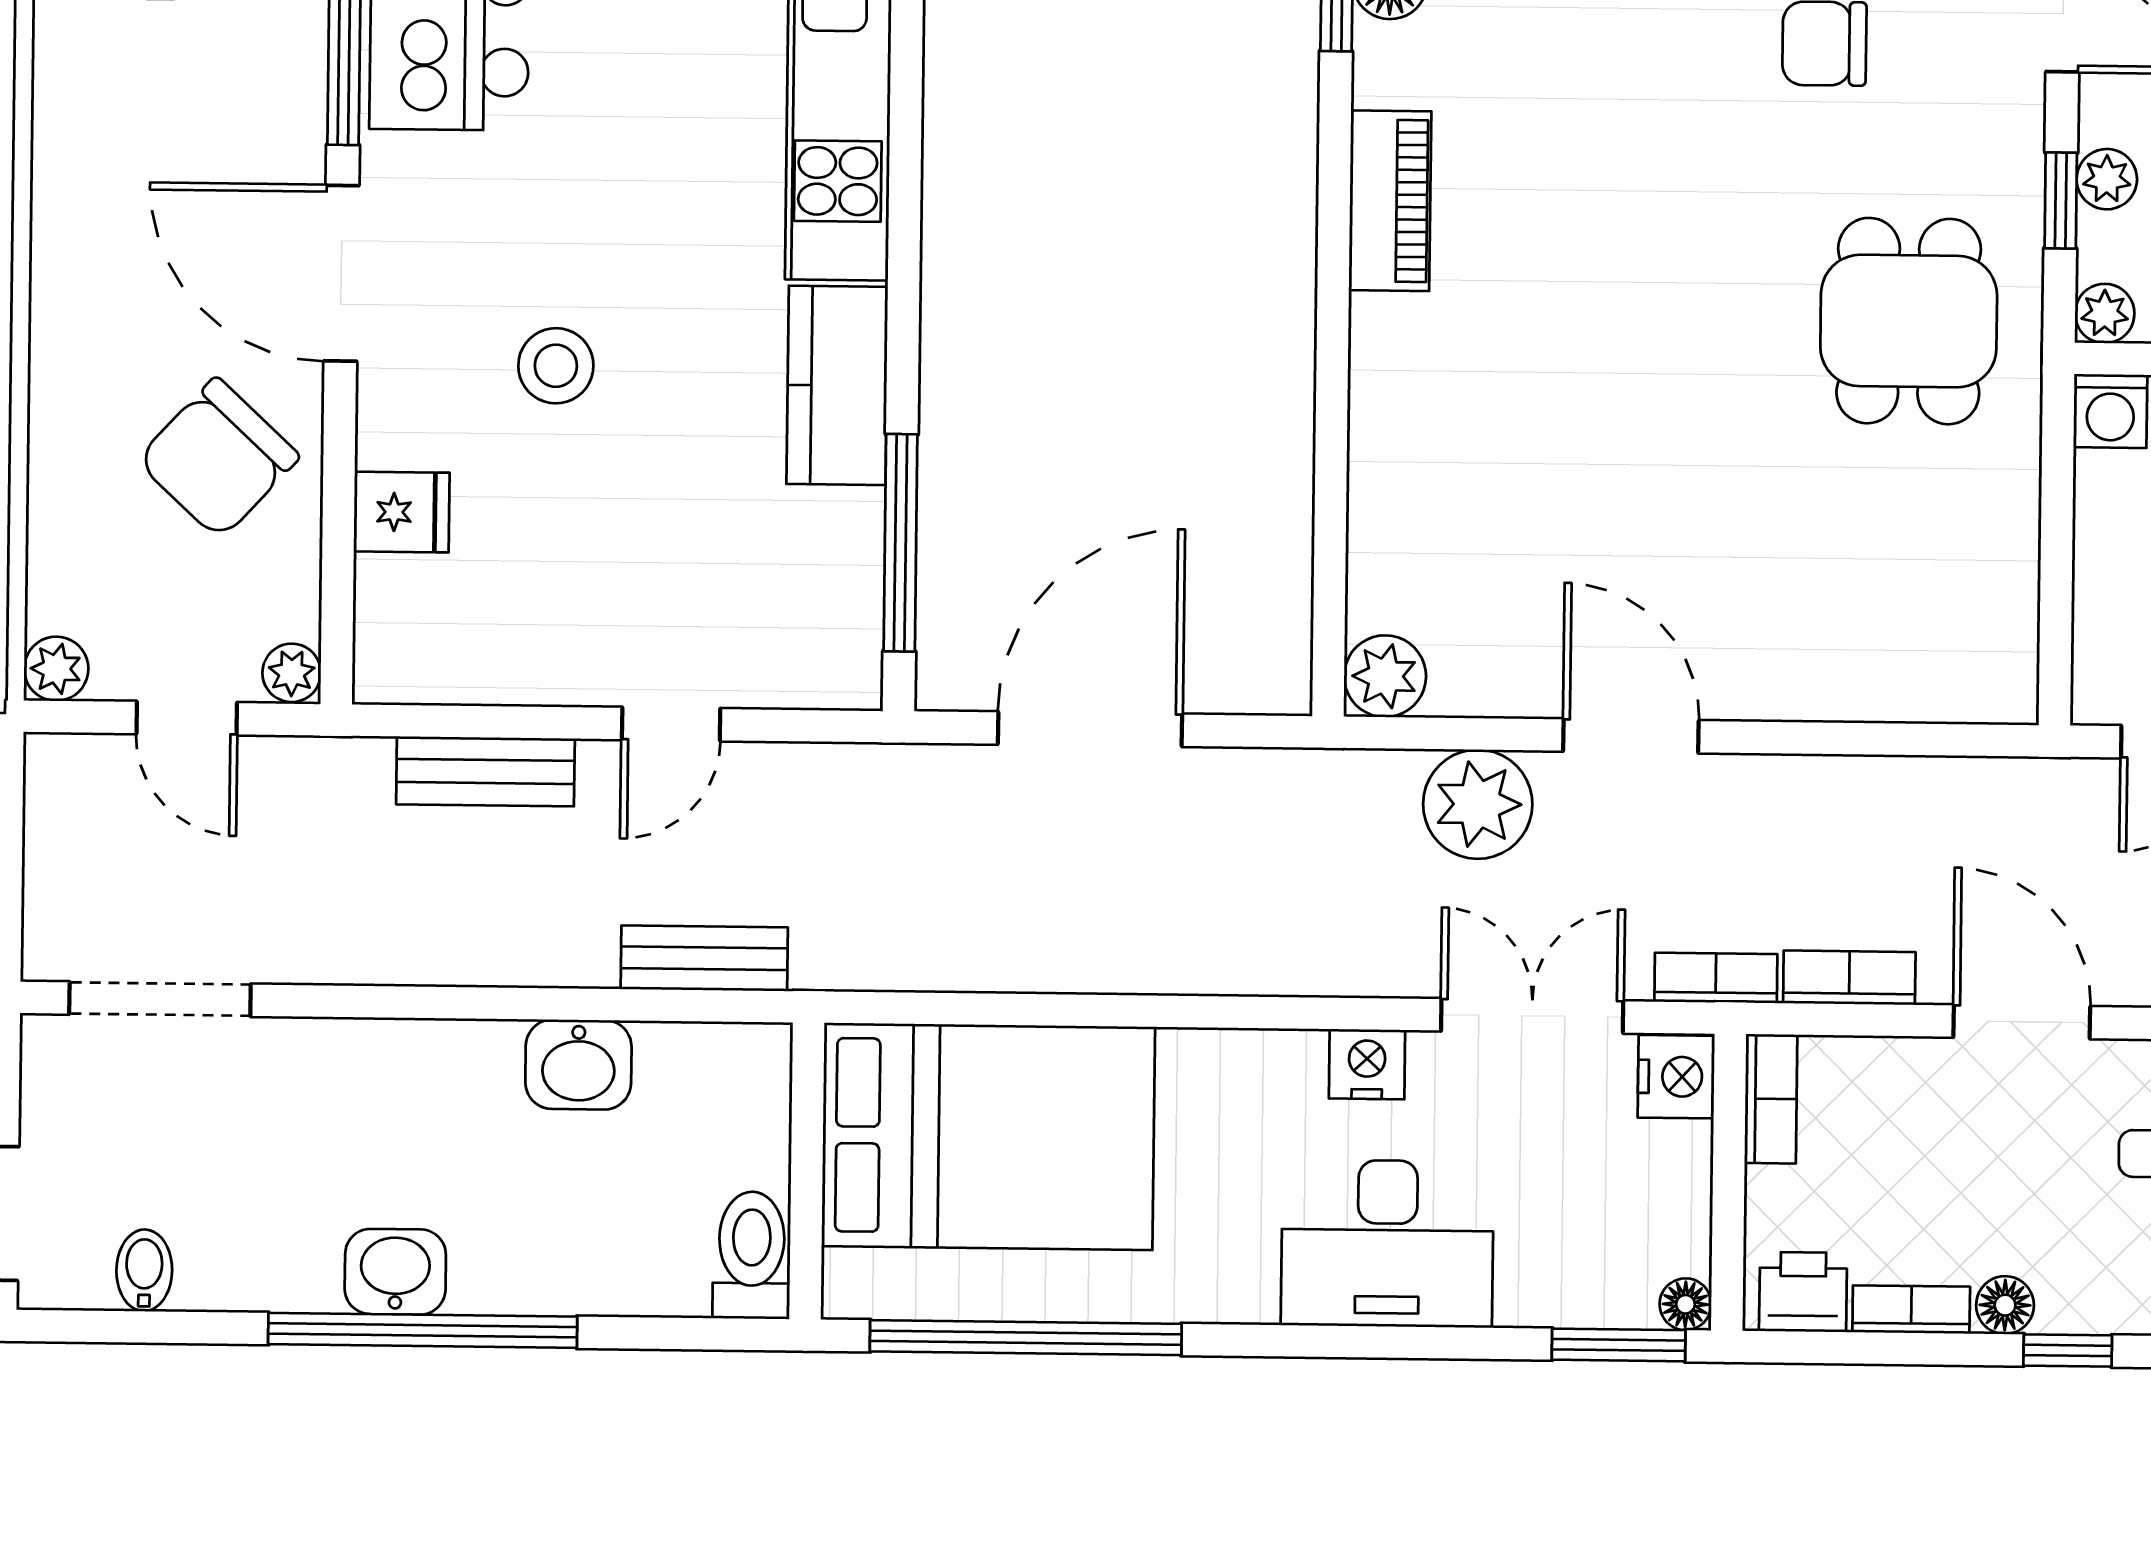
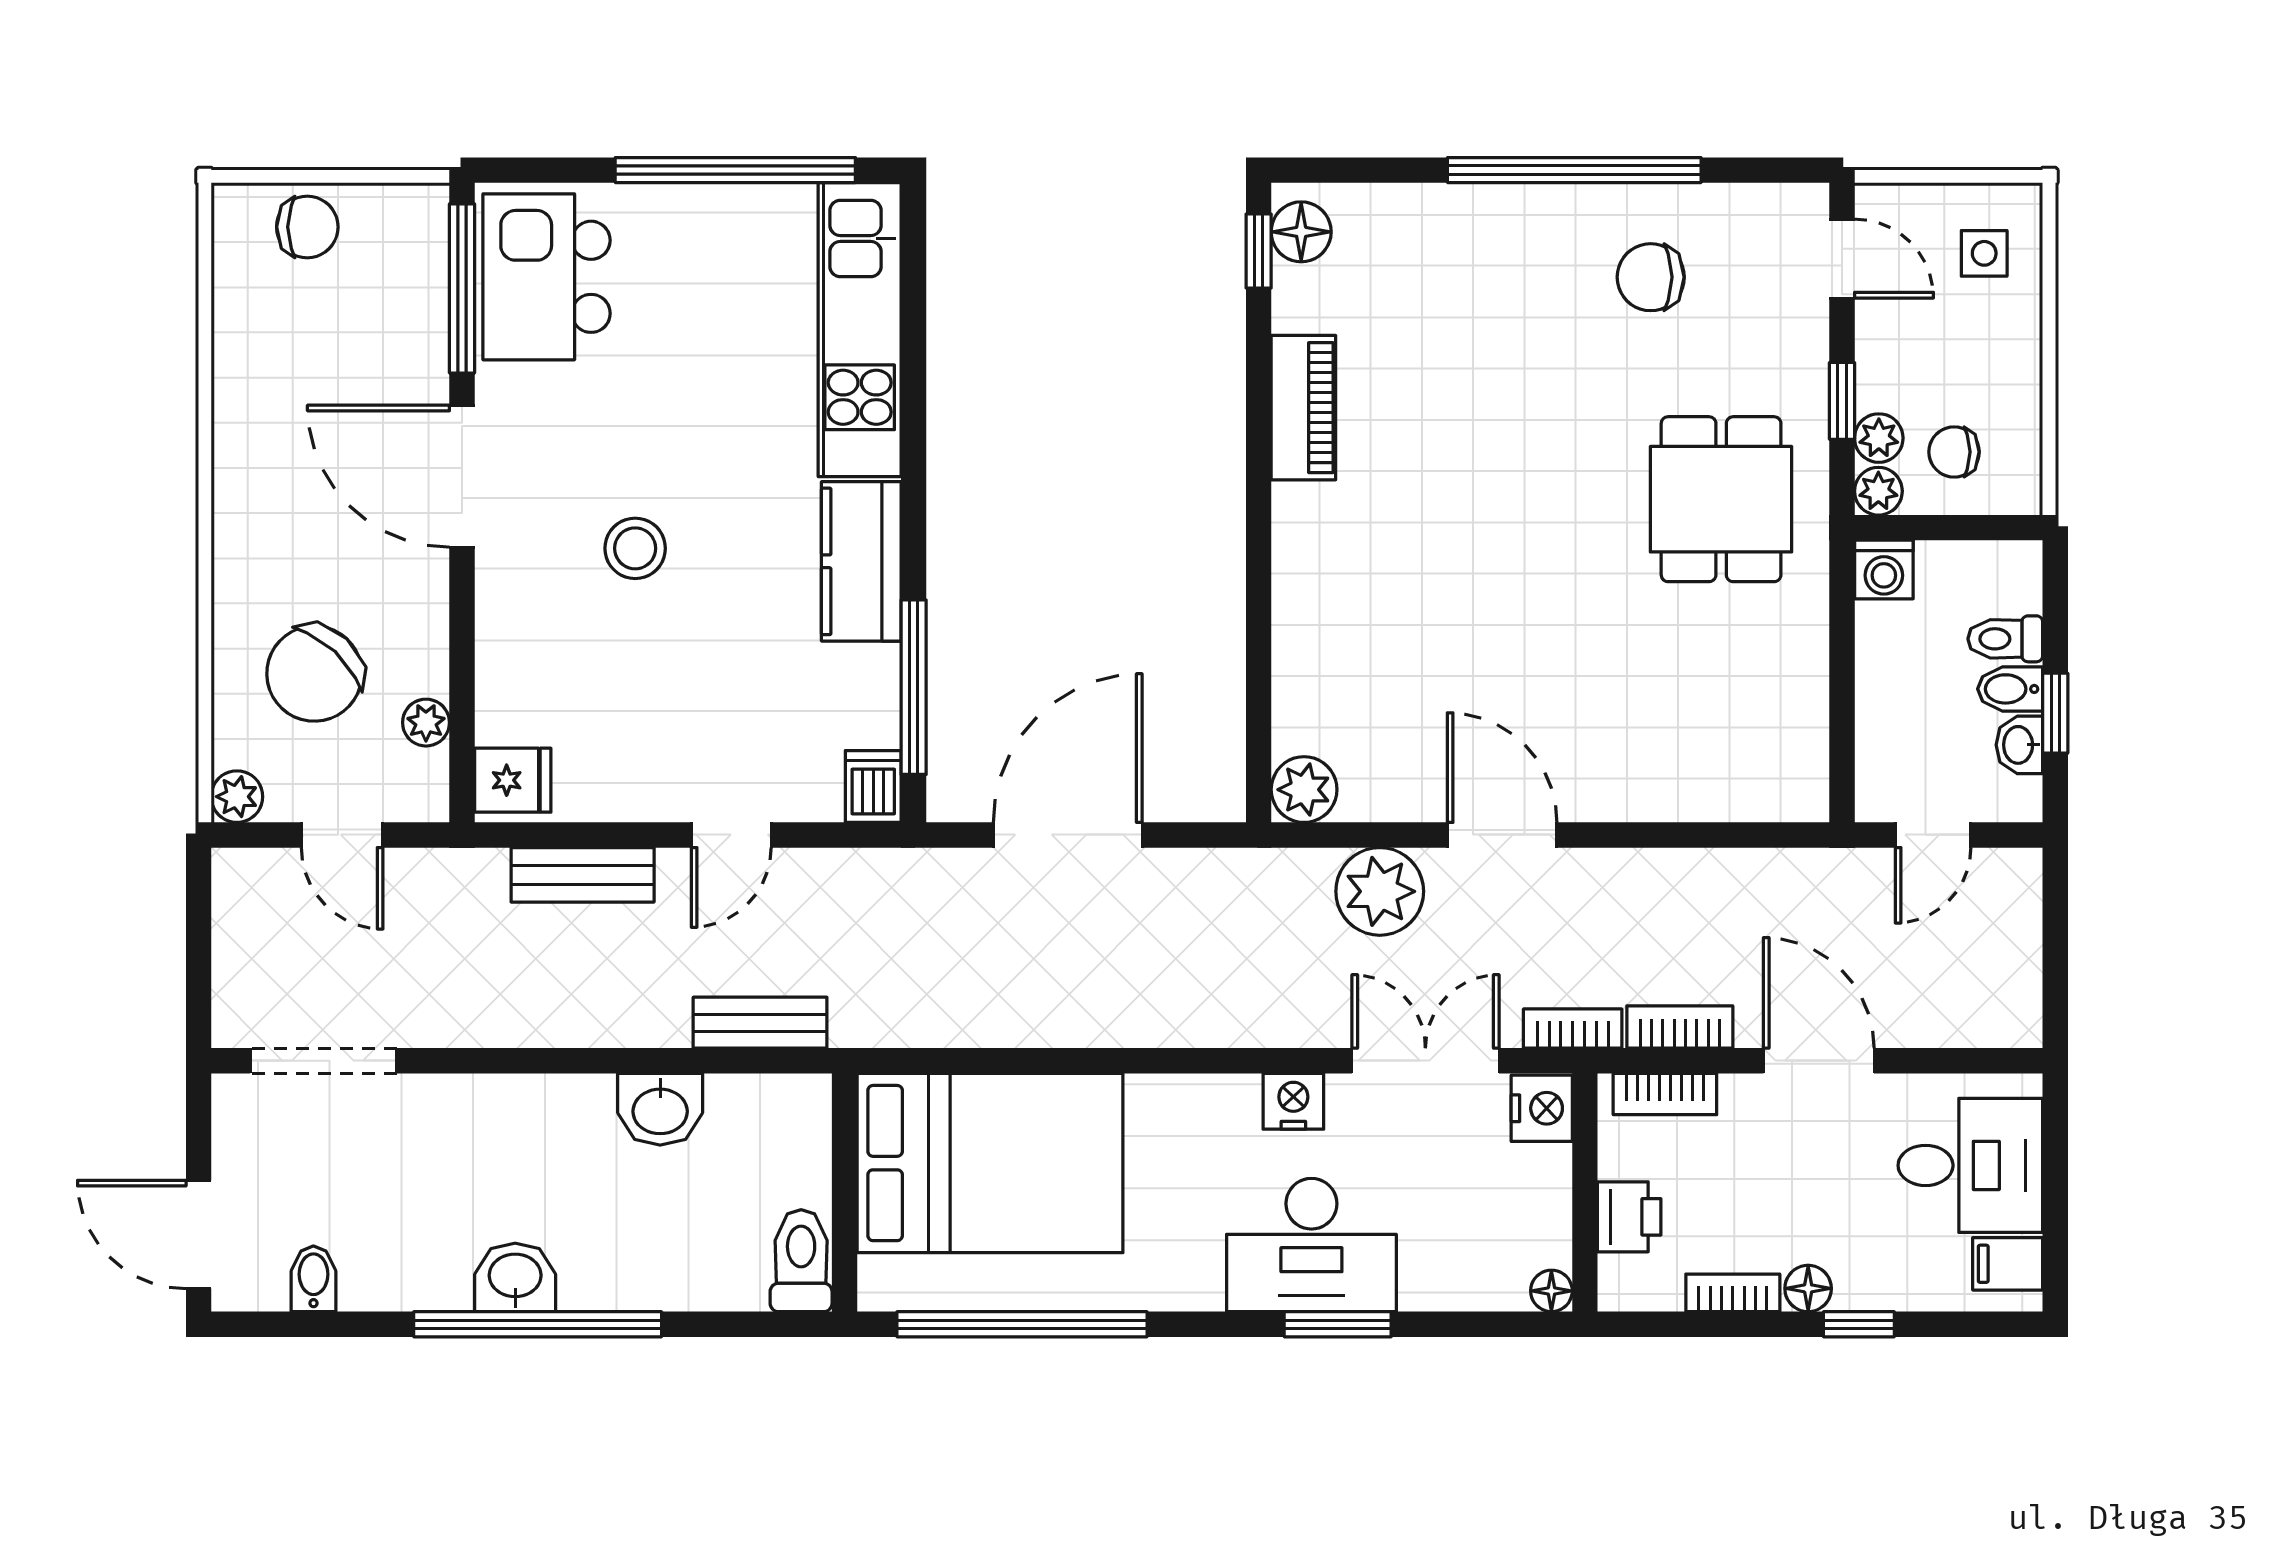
plant: (2107, 179) -> (1879, 438), moved
chair: (218, 458) -> (314, 674), moved
fridge: (402, 512) -> (513, 780), moved
dishwasher: (849, 666) -> (873, 786), added
plant: (292, 673) -> (426, 723), moved
bookcase: (1771, 1099) -> (1665, 1094), moved, turned 90
printer: (1803, 1292) -> (1629, 1217), moved, turned 90
window: (1619, 1345) -> (1338, 1324), moved

